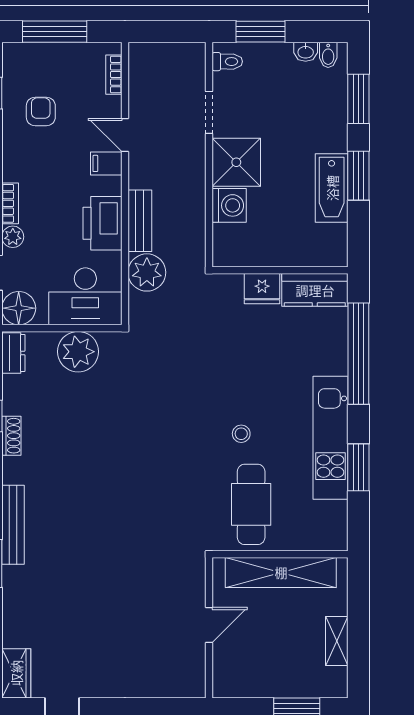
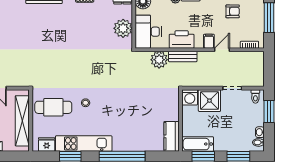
wall: (280, 270) -> (181, 120), moved
fridge: (262, 289) -> (47, 144), moved, turned 90
kitchen counter: (315, 290) -> (172, 136), moved

